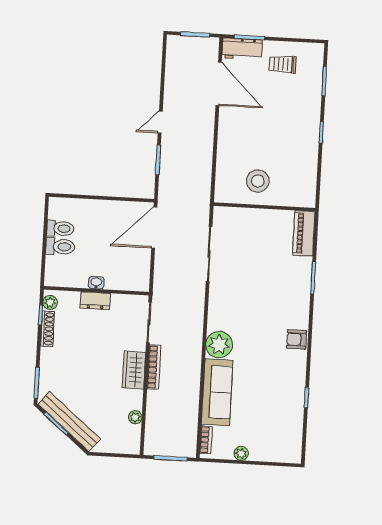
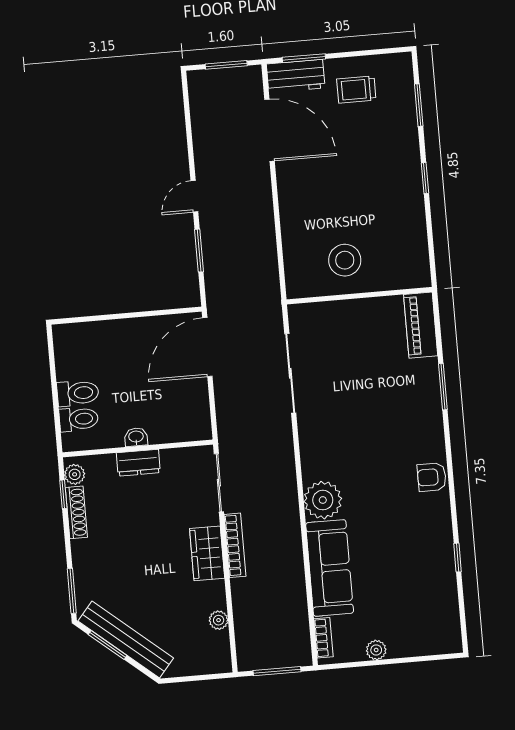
toilet: (60, 228) -> (79, 419), moved

